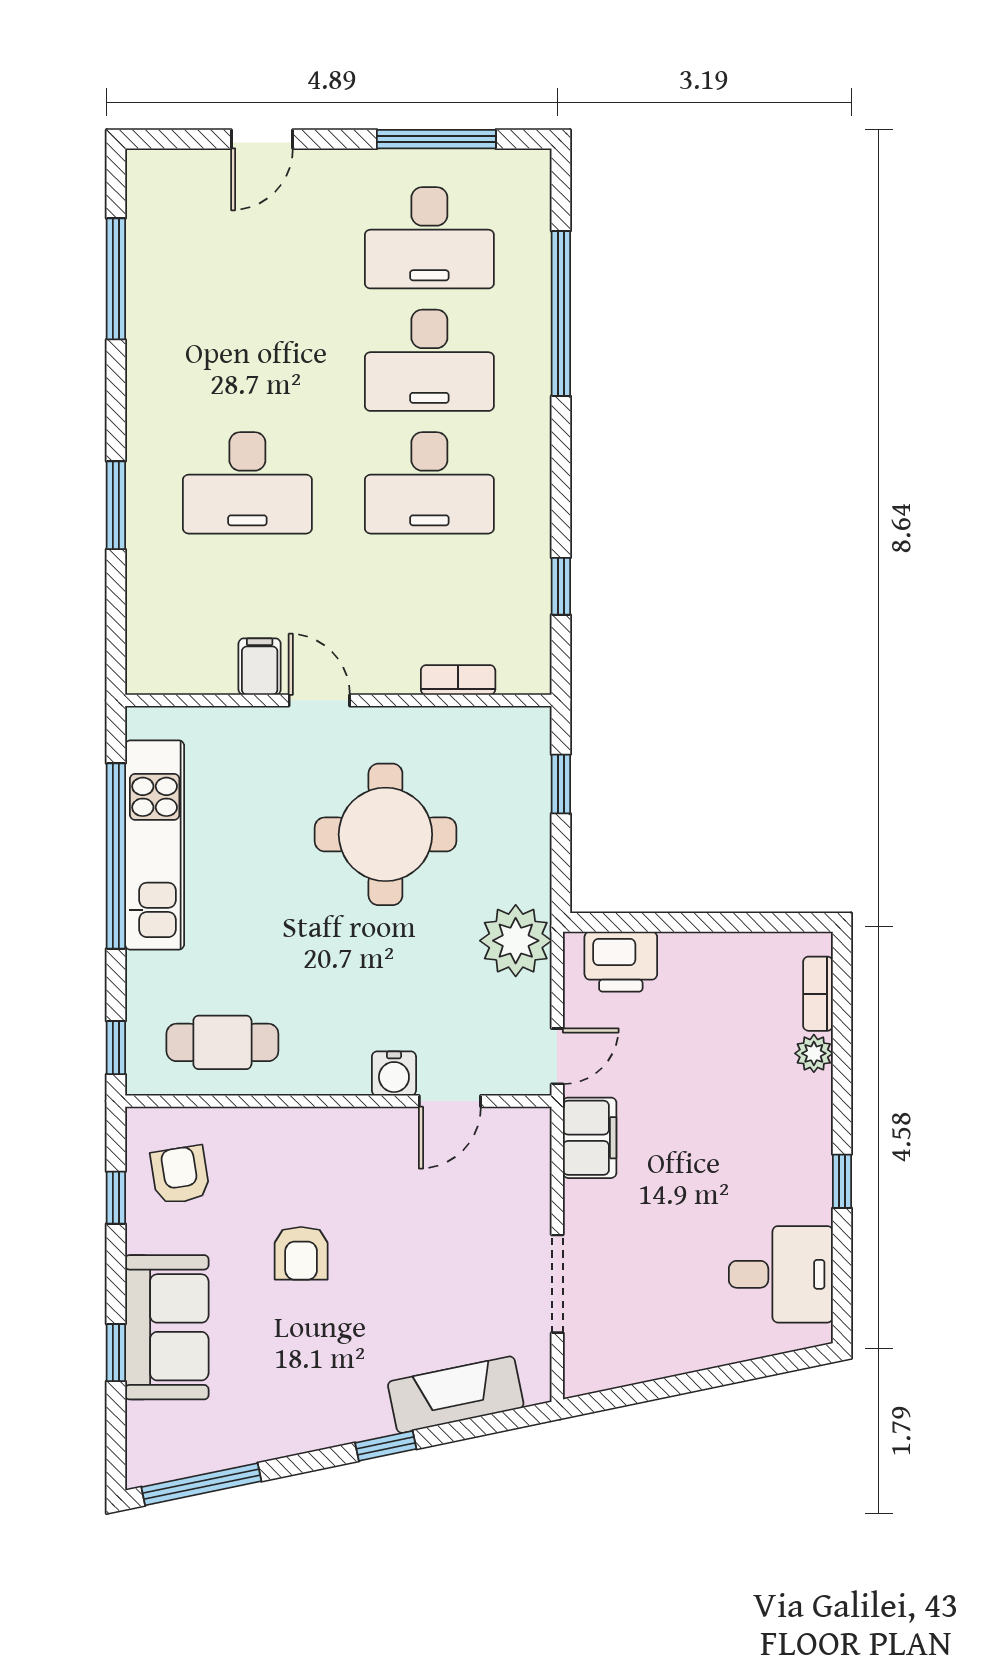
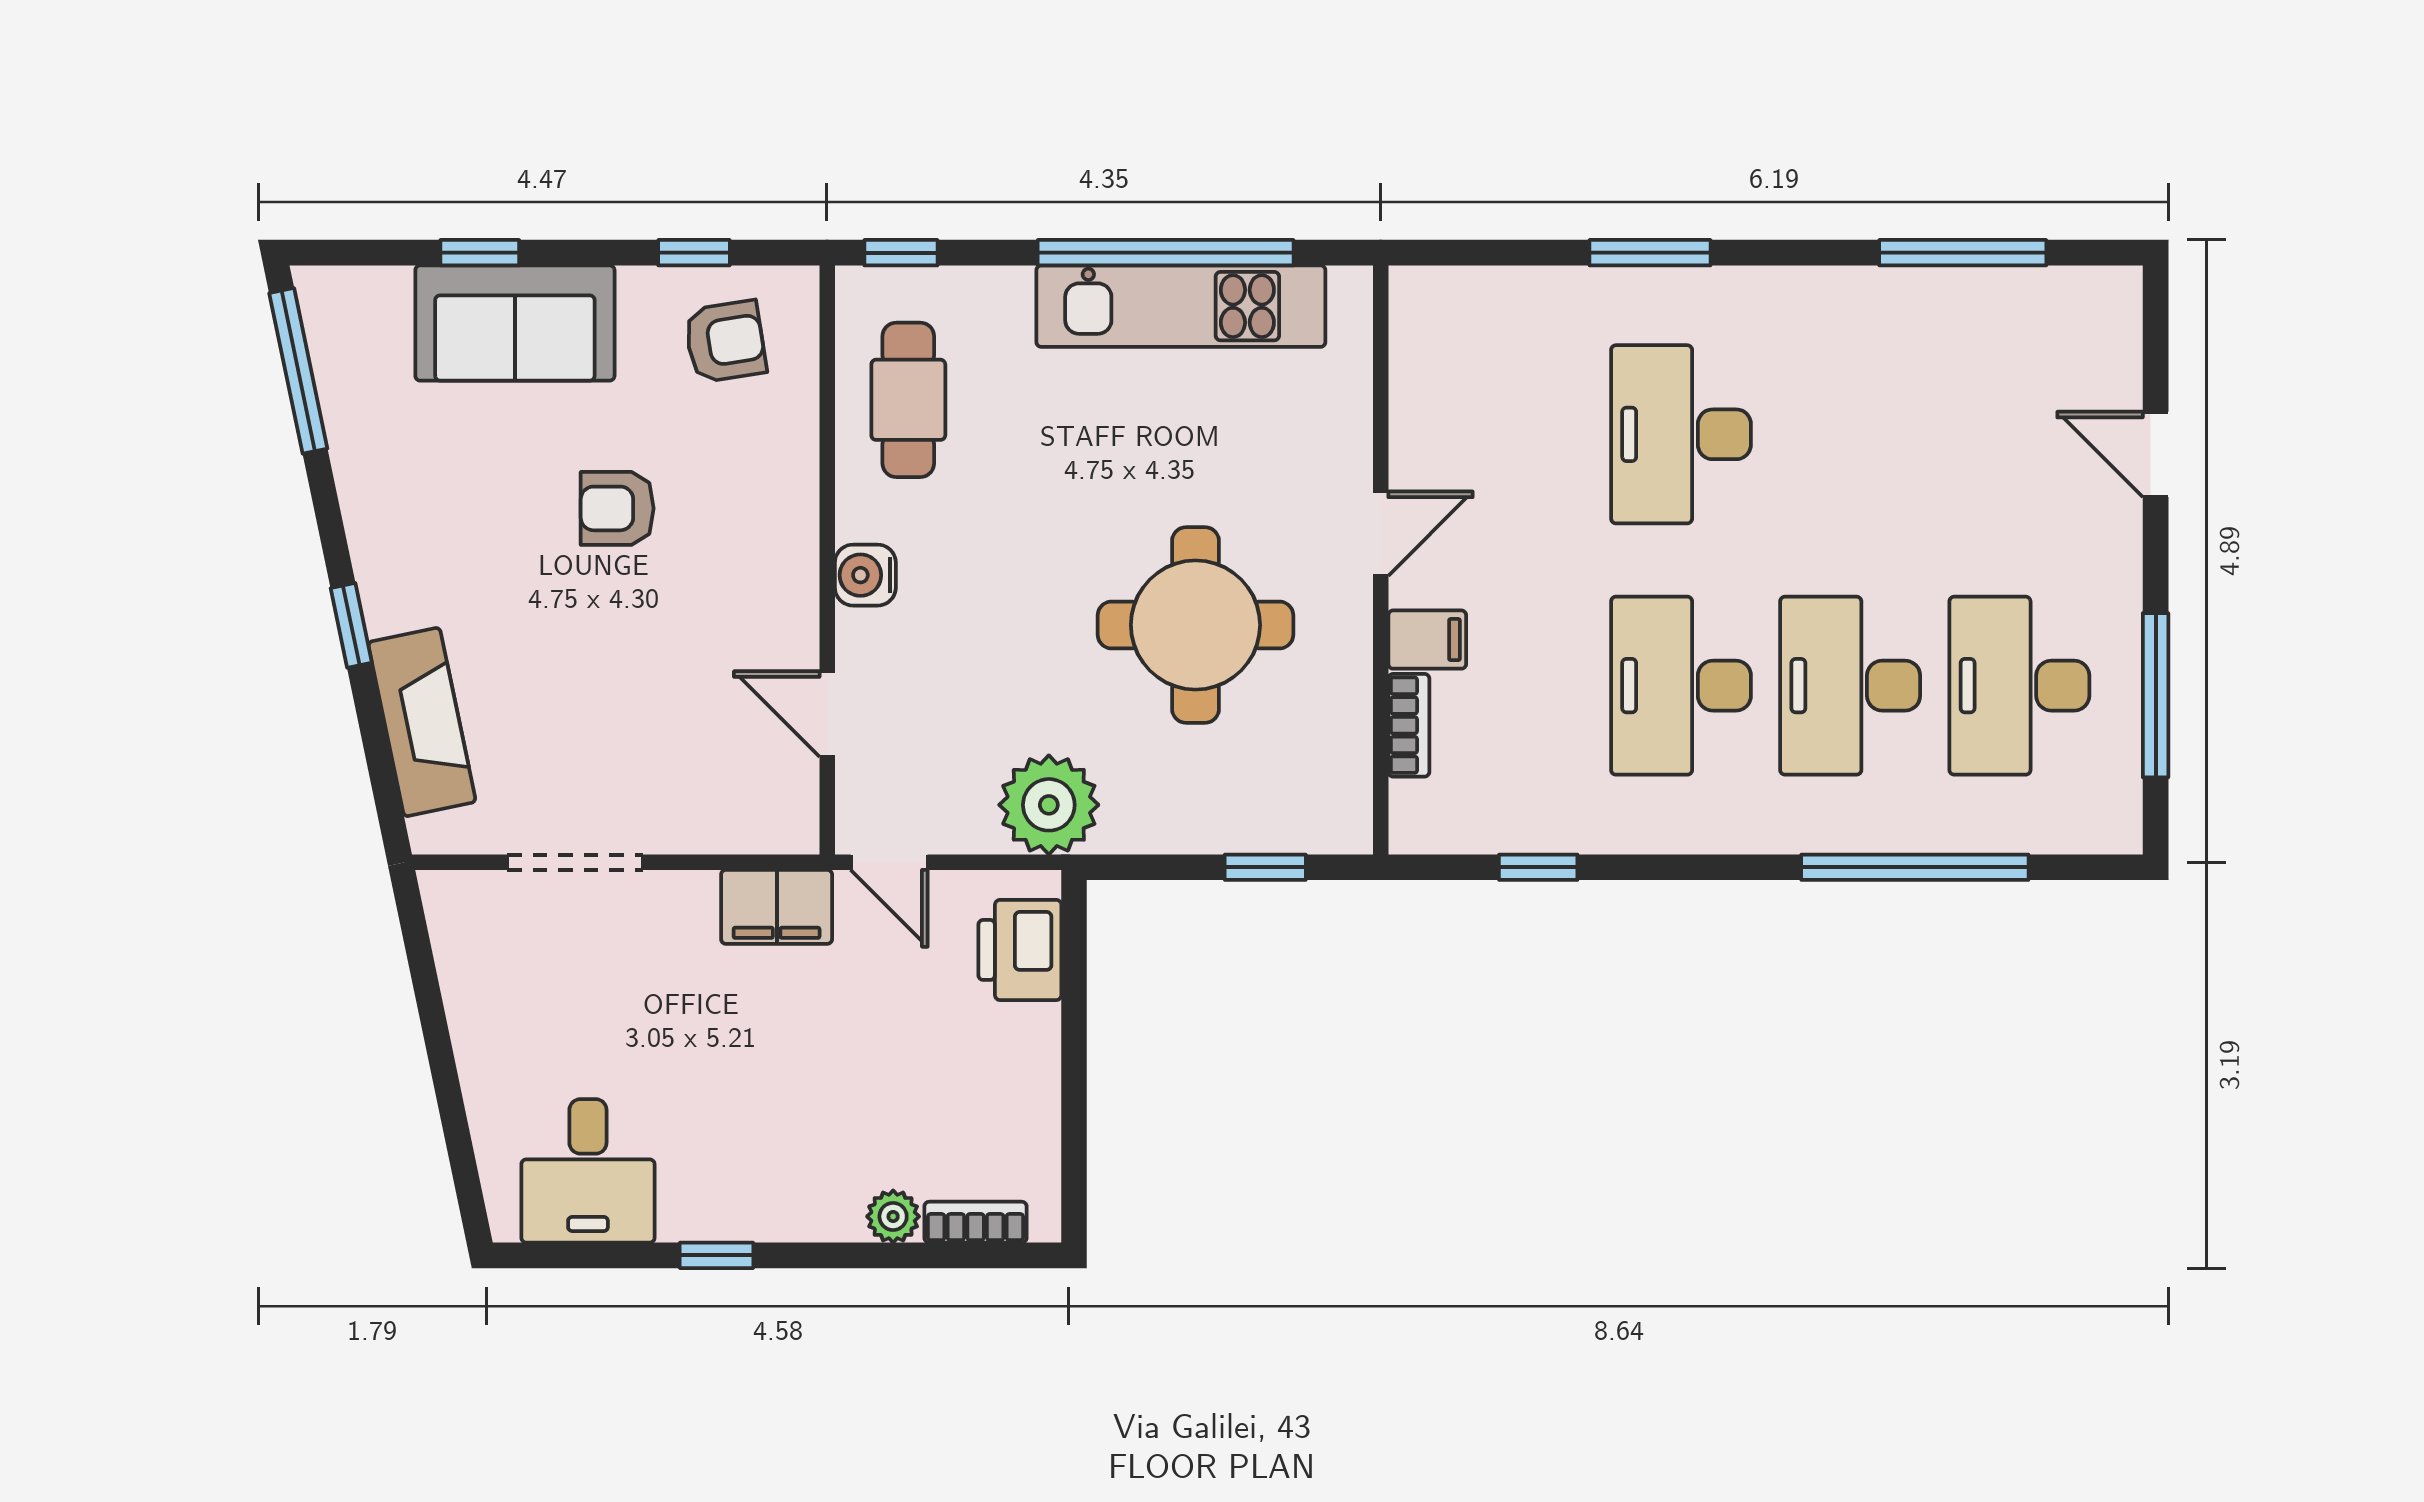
filing cabinet: (260, 667) -> (1427, 640), moved
water cooler: (394, 1074) -> (865, 575), moved

